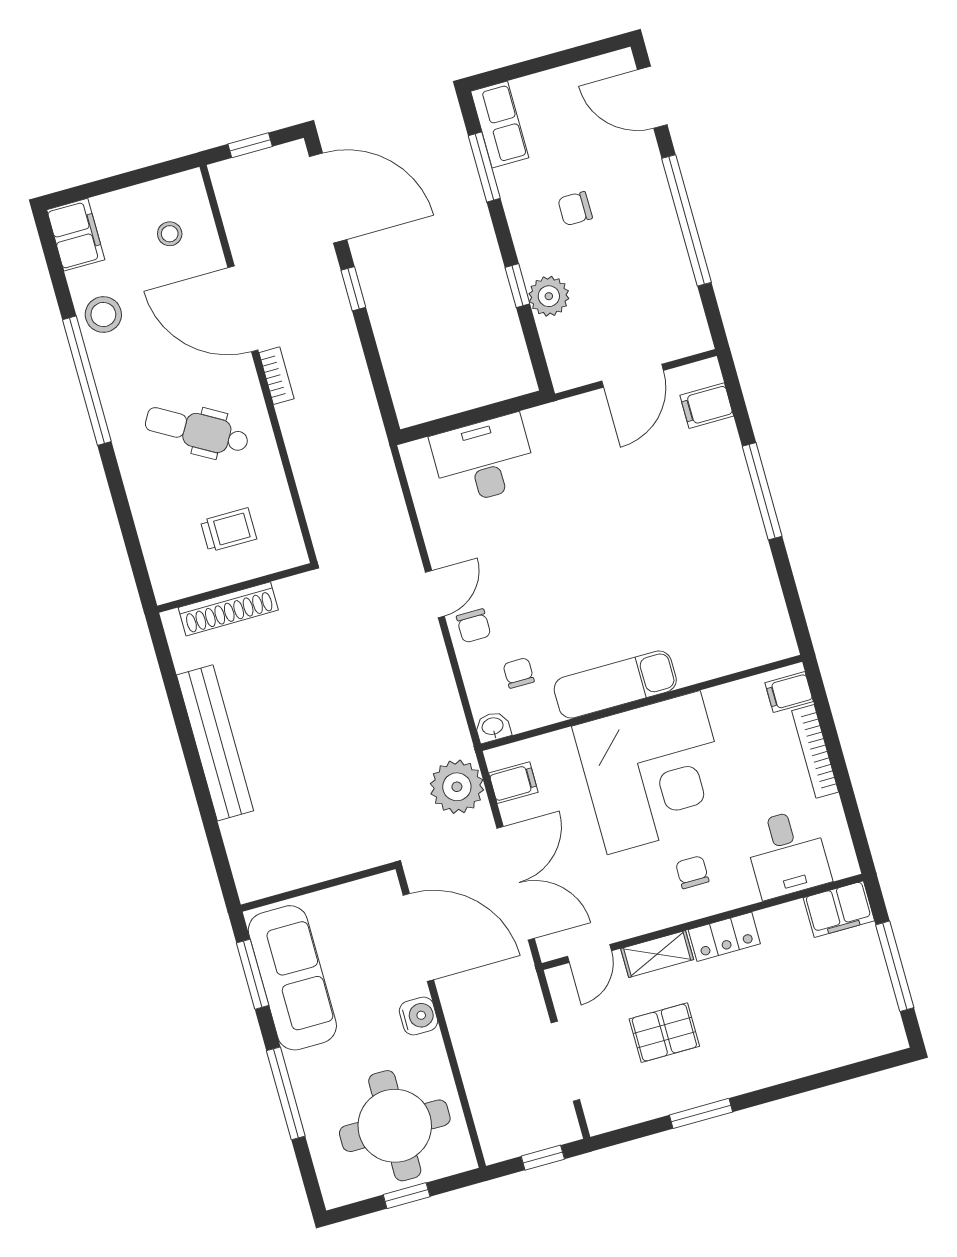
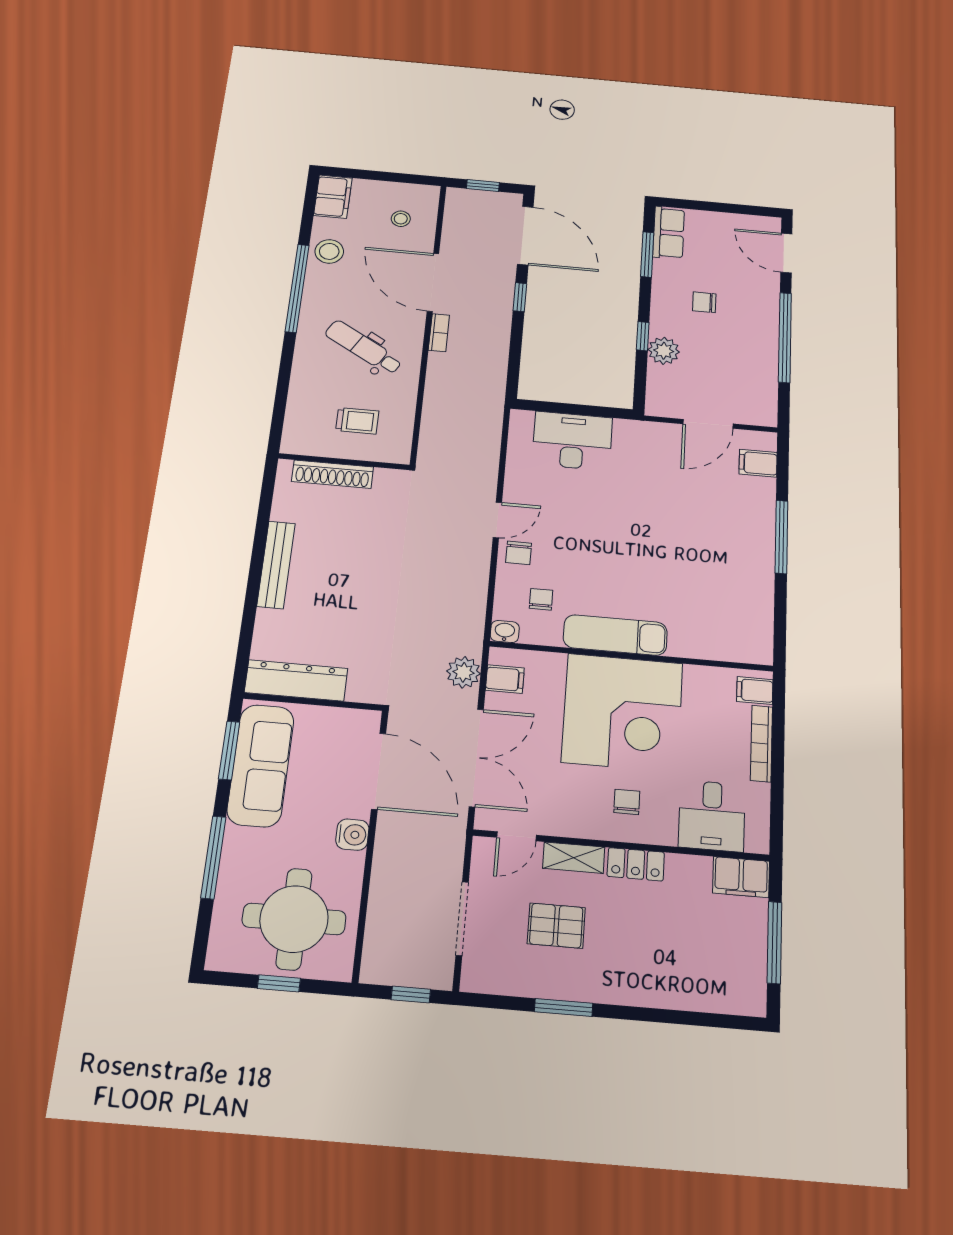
bench: (215, 743) -> (276, 565), width x0.73, depth x0.82
plant: (457, 787) -> (464, 672), width x0.73, depth x0.73
dresser: (290, 870) -> (296, 680), added

